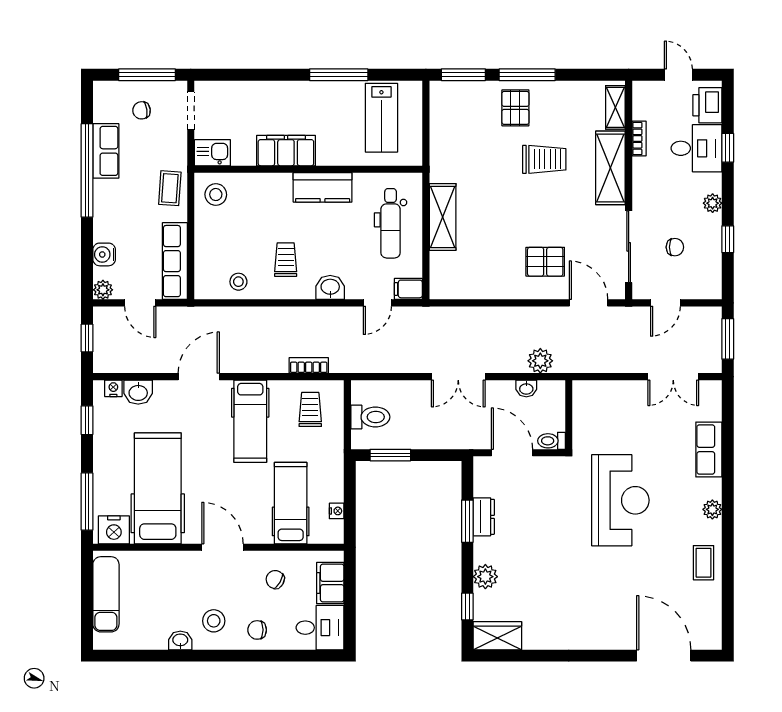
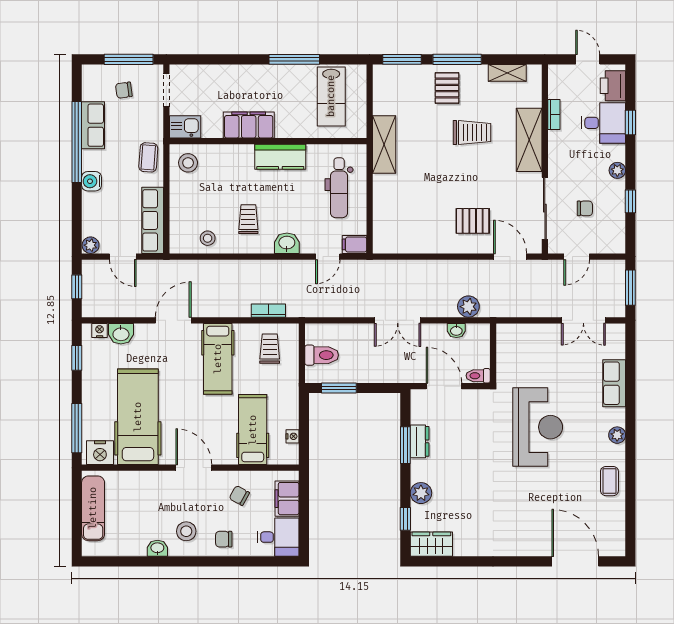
shelving: (615, 107) -> (507, 73), moved, turned 90
shelving: (443, 217) -> (384, 145), moved
water cooler: (104, 254) -> (92, 181), moved

